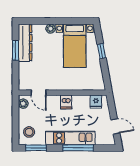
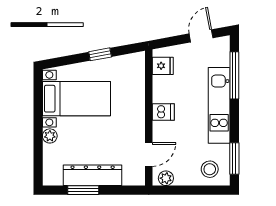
dresser: (25, 43) -> (93, 175), moved
window: (101, 51) -> (100, 54), moved
window: (78, 148) -> (234, 75), moved

